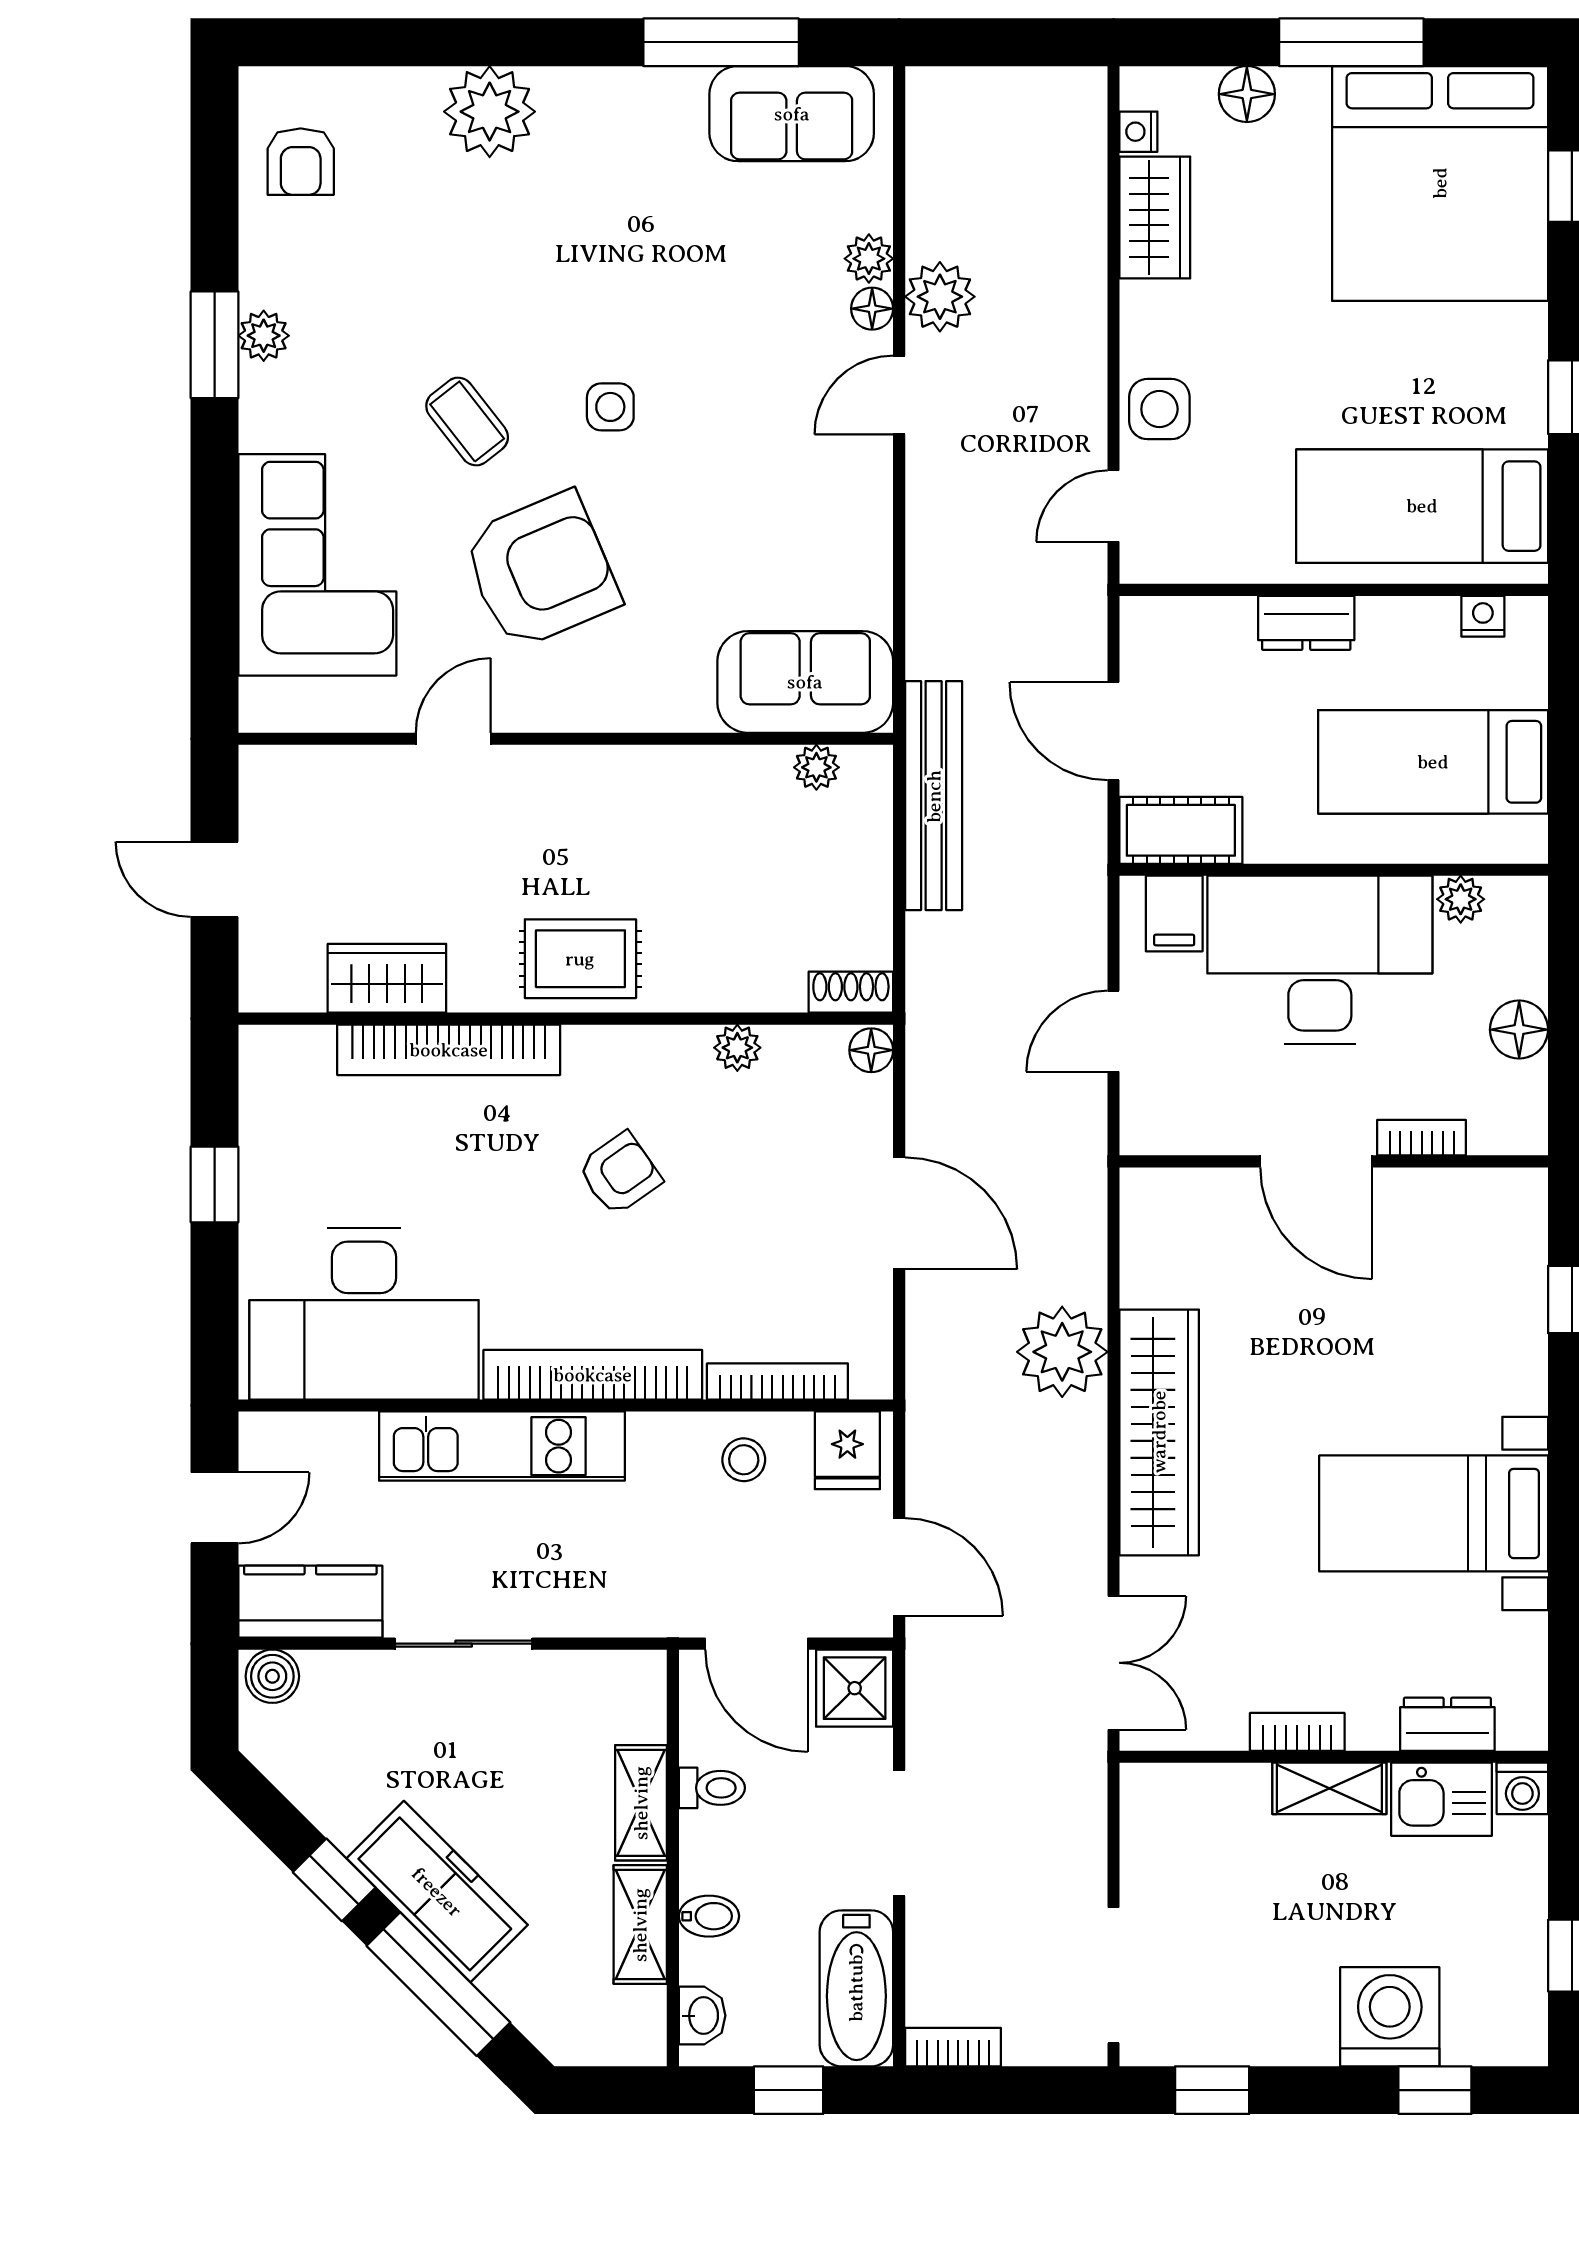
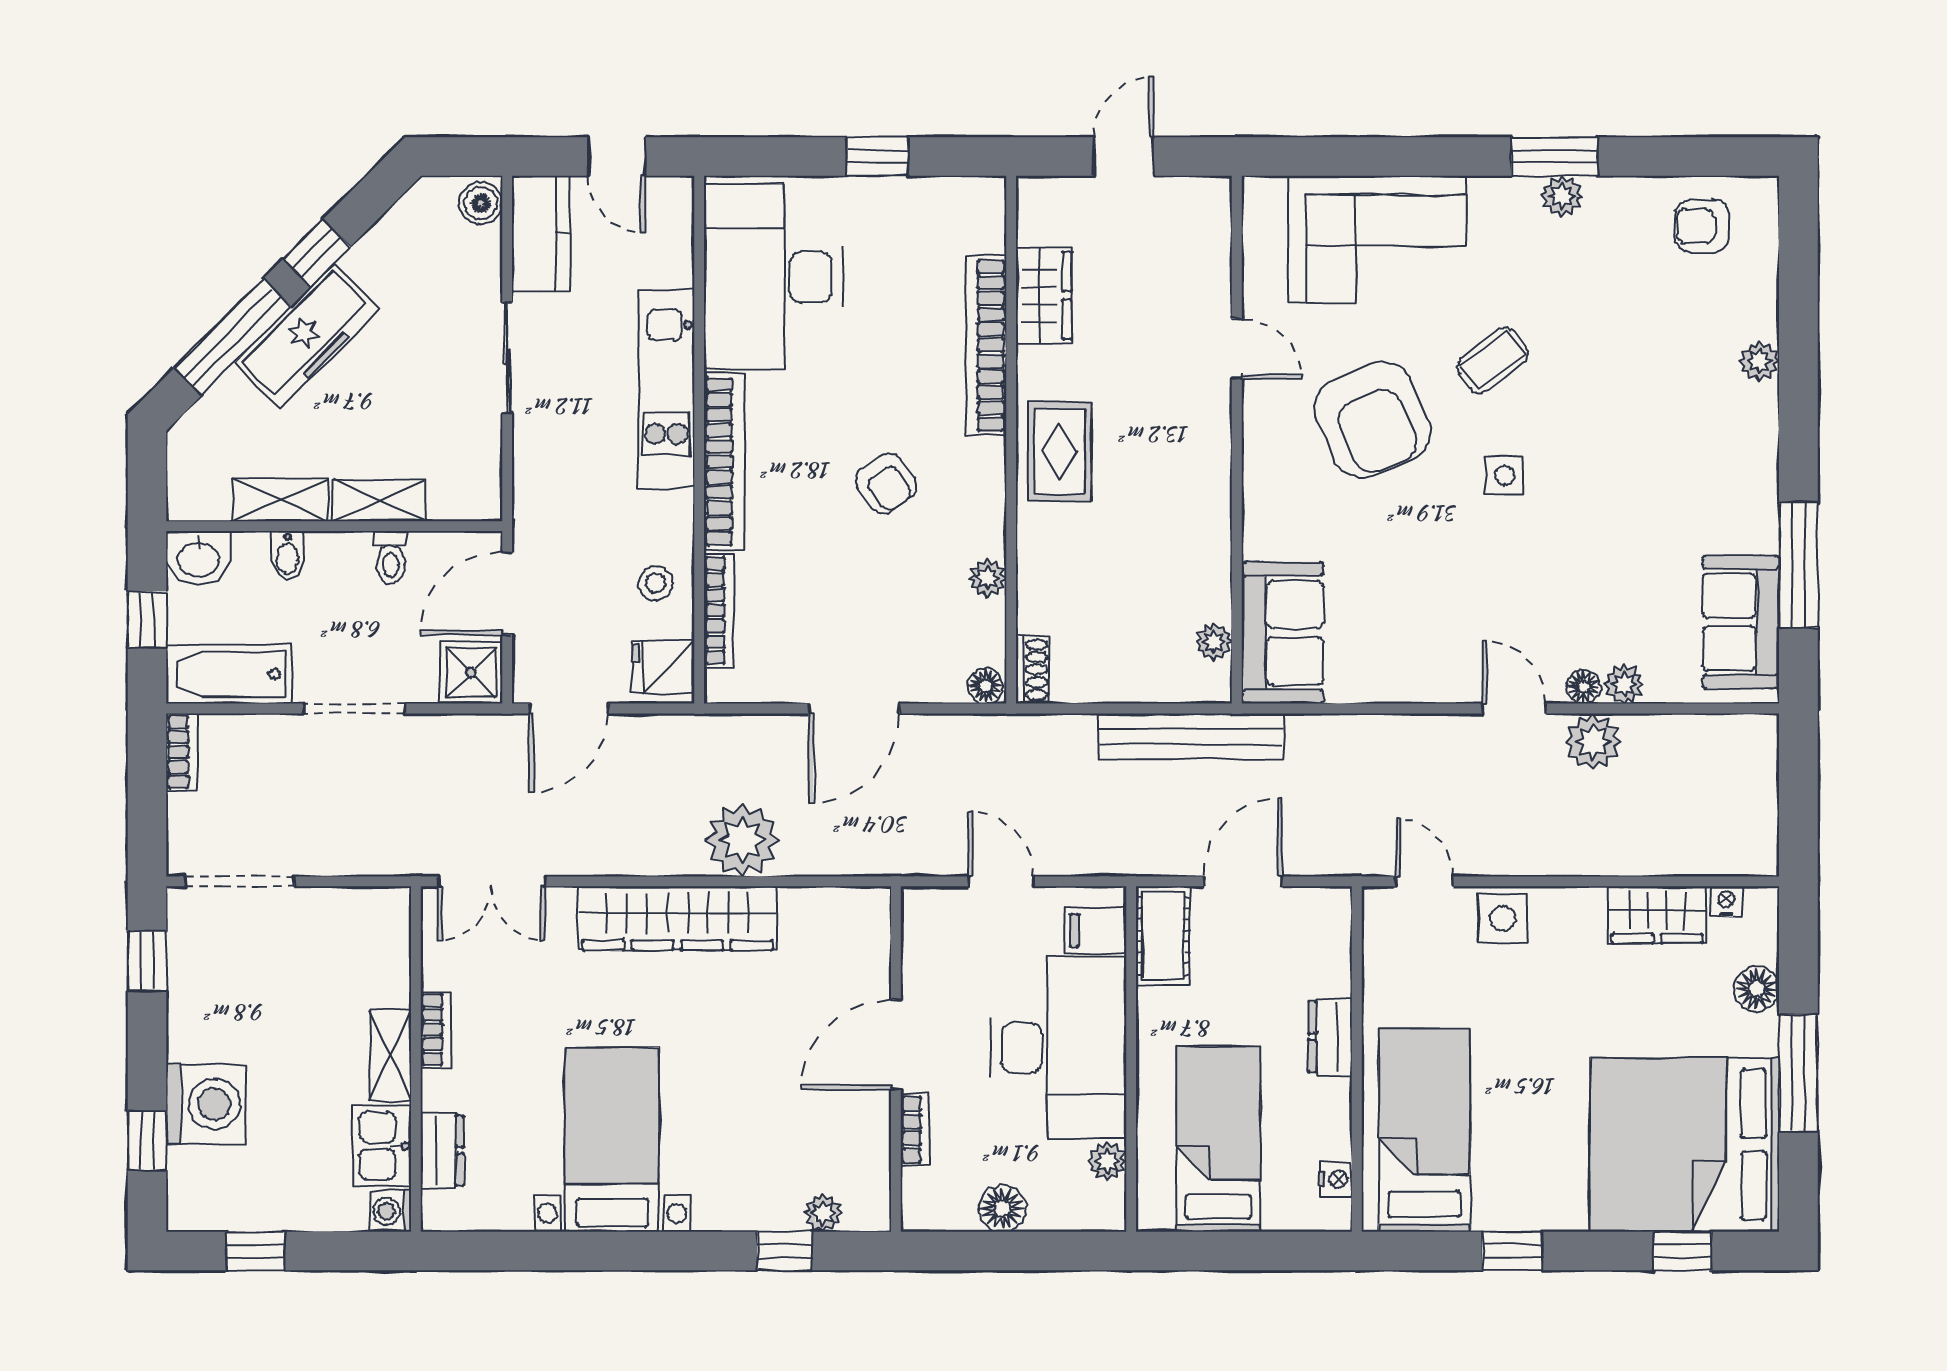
plant: (490, 112) -> (1760, 361), width x0.53, depth x0.53
plant: (1525, 1252) -> (823, 1213), added
washbasin: (702, 2016) -> (198, 558), width x1.38, depth x1.45

